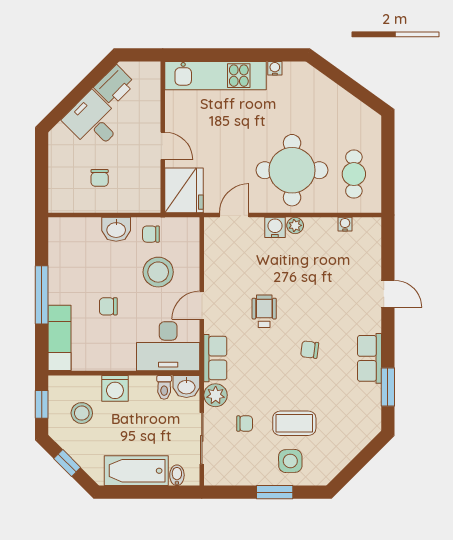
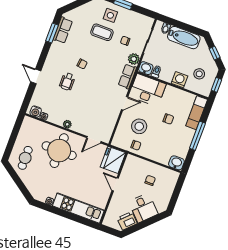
cafe table: (354, 174) -> (25, 158), moved
water cooler: (275, 227) -> (36, 112), moved
washbasin: (116, 229) -> (176, 163), moved
wheelchair: (264, 311) -> (67, 82), moved
row of seats: (370, 358) -> (63, 30), moved

